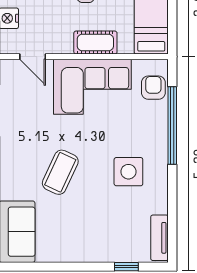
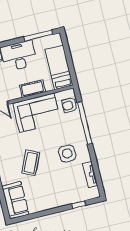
armchair: (153, 88) -> (70, 105), turned -90
tv unit: (160, 238) -> (90, 175), moved

